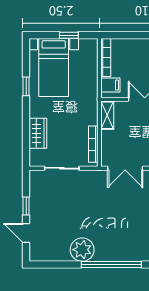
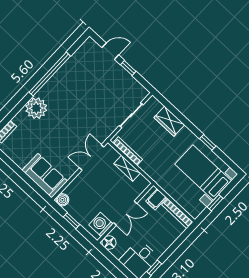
shelving: (107, 115) -> (127, 168), moved
plant: (82, 250) -> (36, 108), moved
window: (111, 265) -> (50, 74), moved

